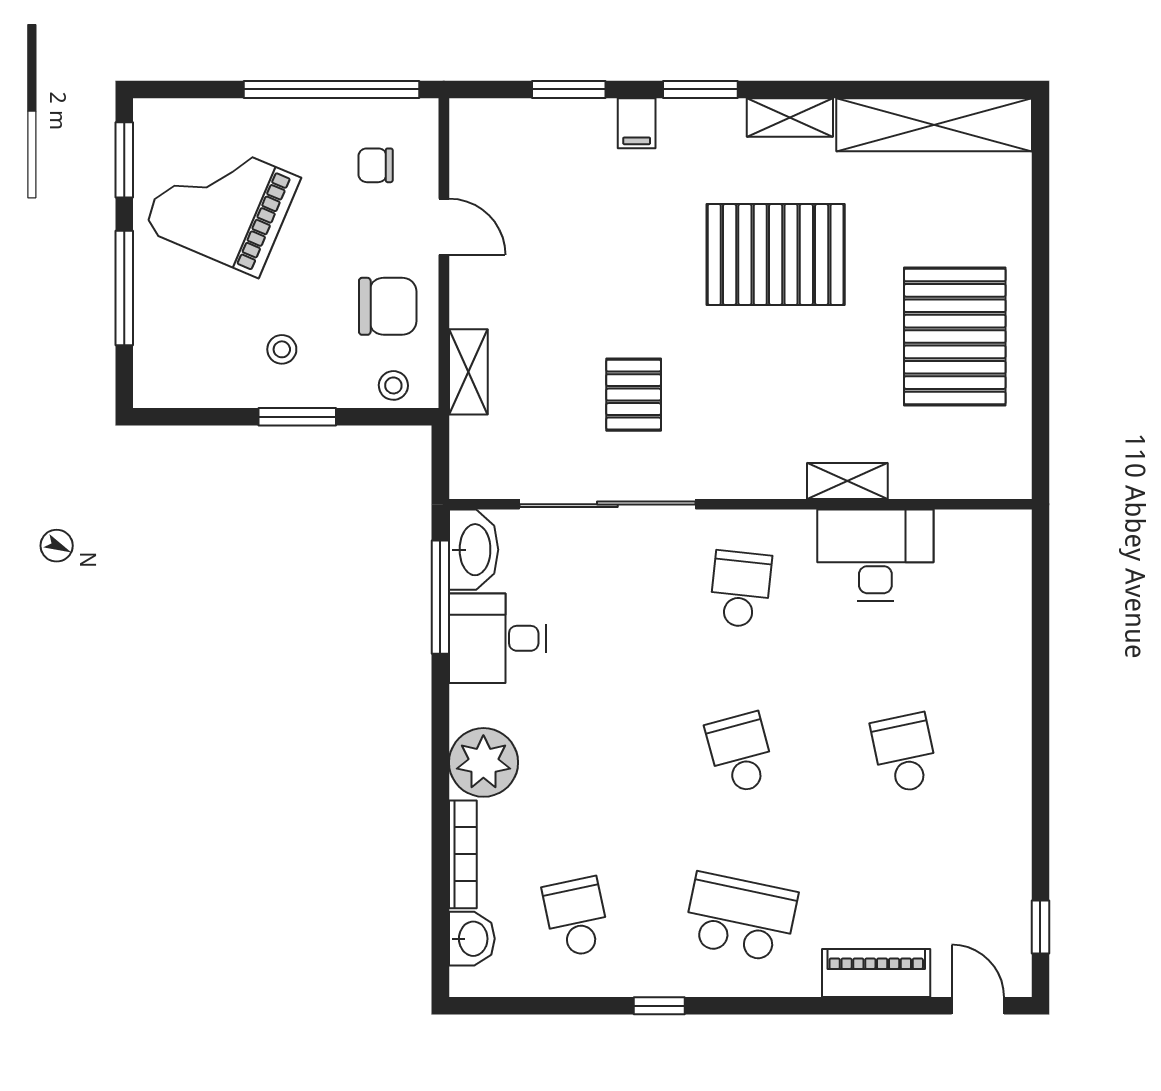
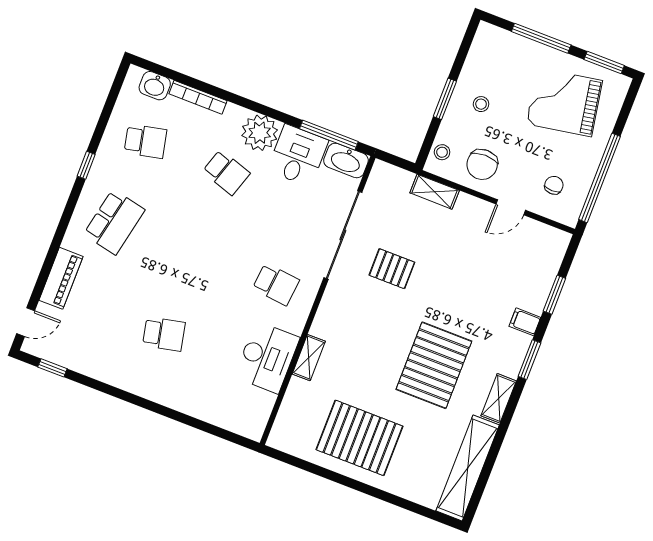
grand piano: (222, 203) -> (564, 102), turned -123
school desk: (740, 753) -> (226, 172), moved, turned 33
plant: (483, 762) -> (260, 133), moved

